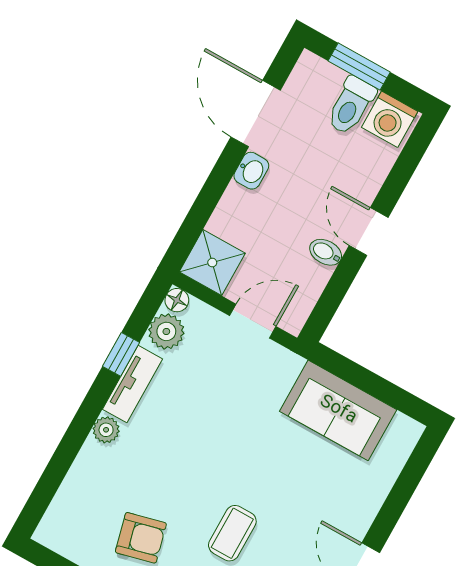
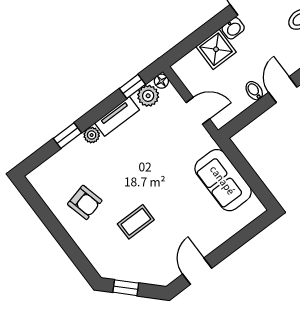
shower: (212, 263) -> (216, 49), moved
window: (121, 354) -> (132, 86), moved
window: (69, 447) -> (67, 136), added

